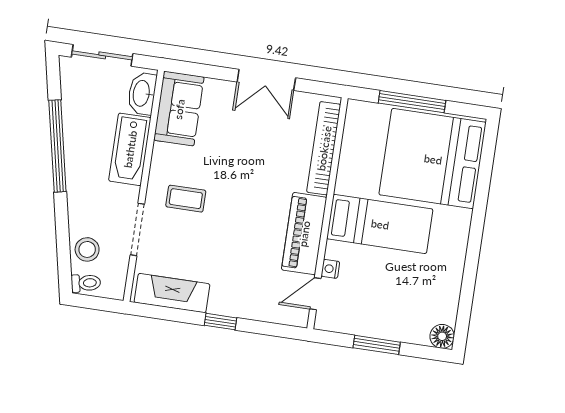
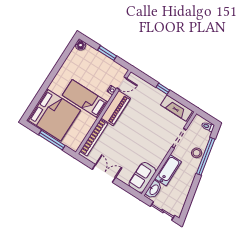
window: (57, 146) -> (206, 156), moved
coffee table: (186, 199) -> (155, 142), removed
stool: (87, 249) -> (197, 153), moved

